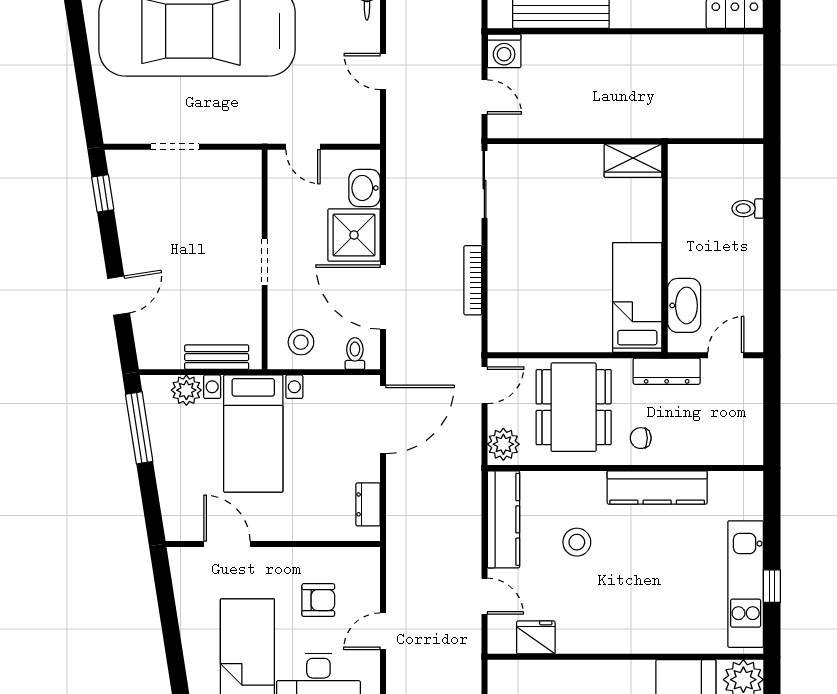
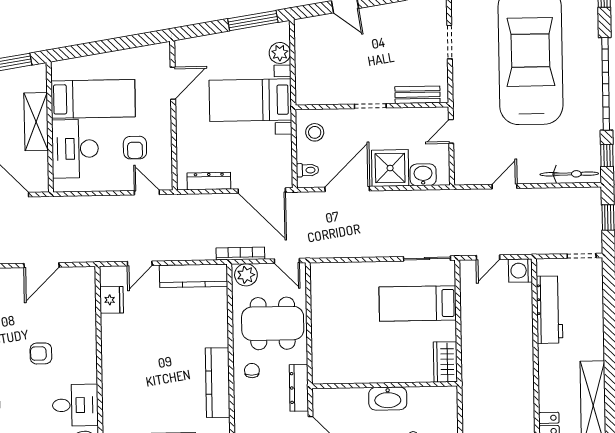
bookcase: (473, 280) -> (240, 254), moved
bed: (637, 298) -> (418, 304), moved, turned 180
washbasin: (684, 305) -> (388, 399), moved
bench: (217, 357) -> (417, 95), moved, turned 90
dresser: (368, 504) -> (209, 181), width x1.44
stool: (577, 542) -> (179, 327), removed
door: (383, 631) -> (147, 193), moved

